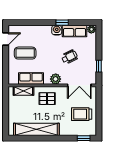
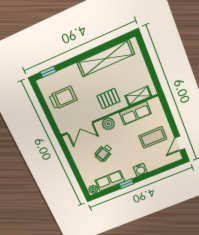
water cooler: (57, 30) -> (140, 170), moved
window: (99, 66) -> (68, 156), removed
double door: (79, 85) -> (80, 128), swing flipped

